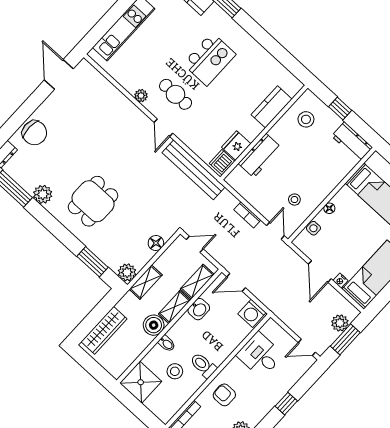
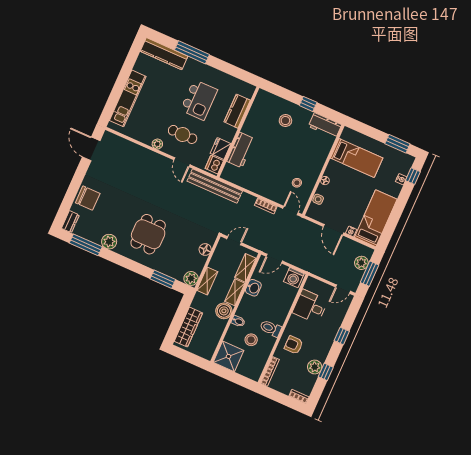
kitchen counter: (272, 107) -> (237, 111), moved
wall: (264, 132) -> (238, 132), moved
fridge: (236, 145) -> (221, 149), moved
workbench: (260, 156) -> (241, 150), moved
dishwasher: (222, 162) -> (214, 165), moved

